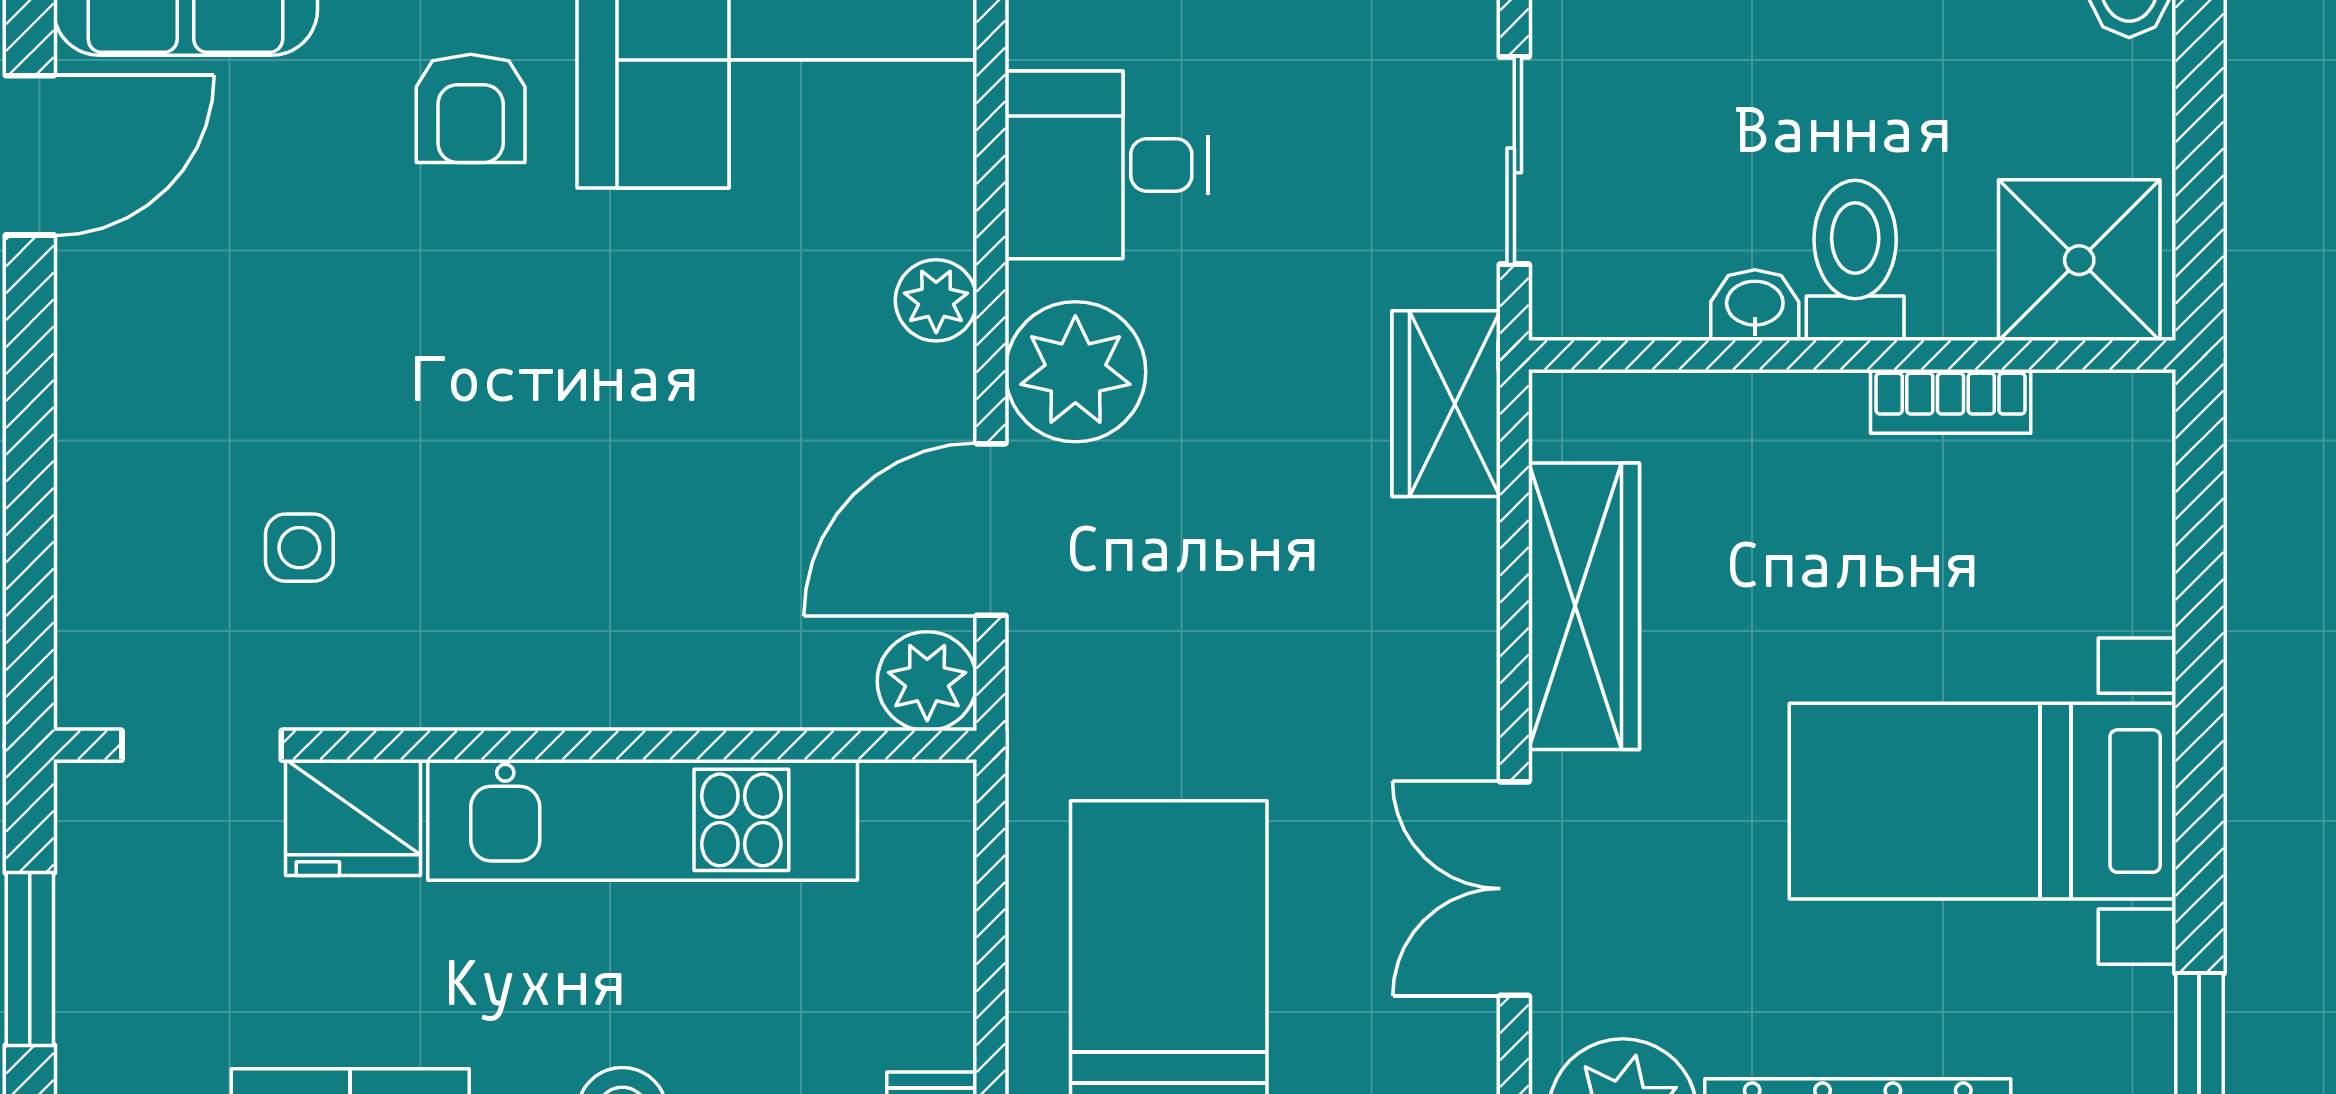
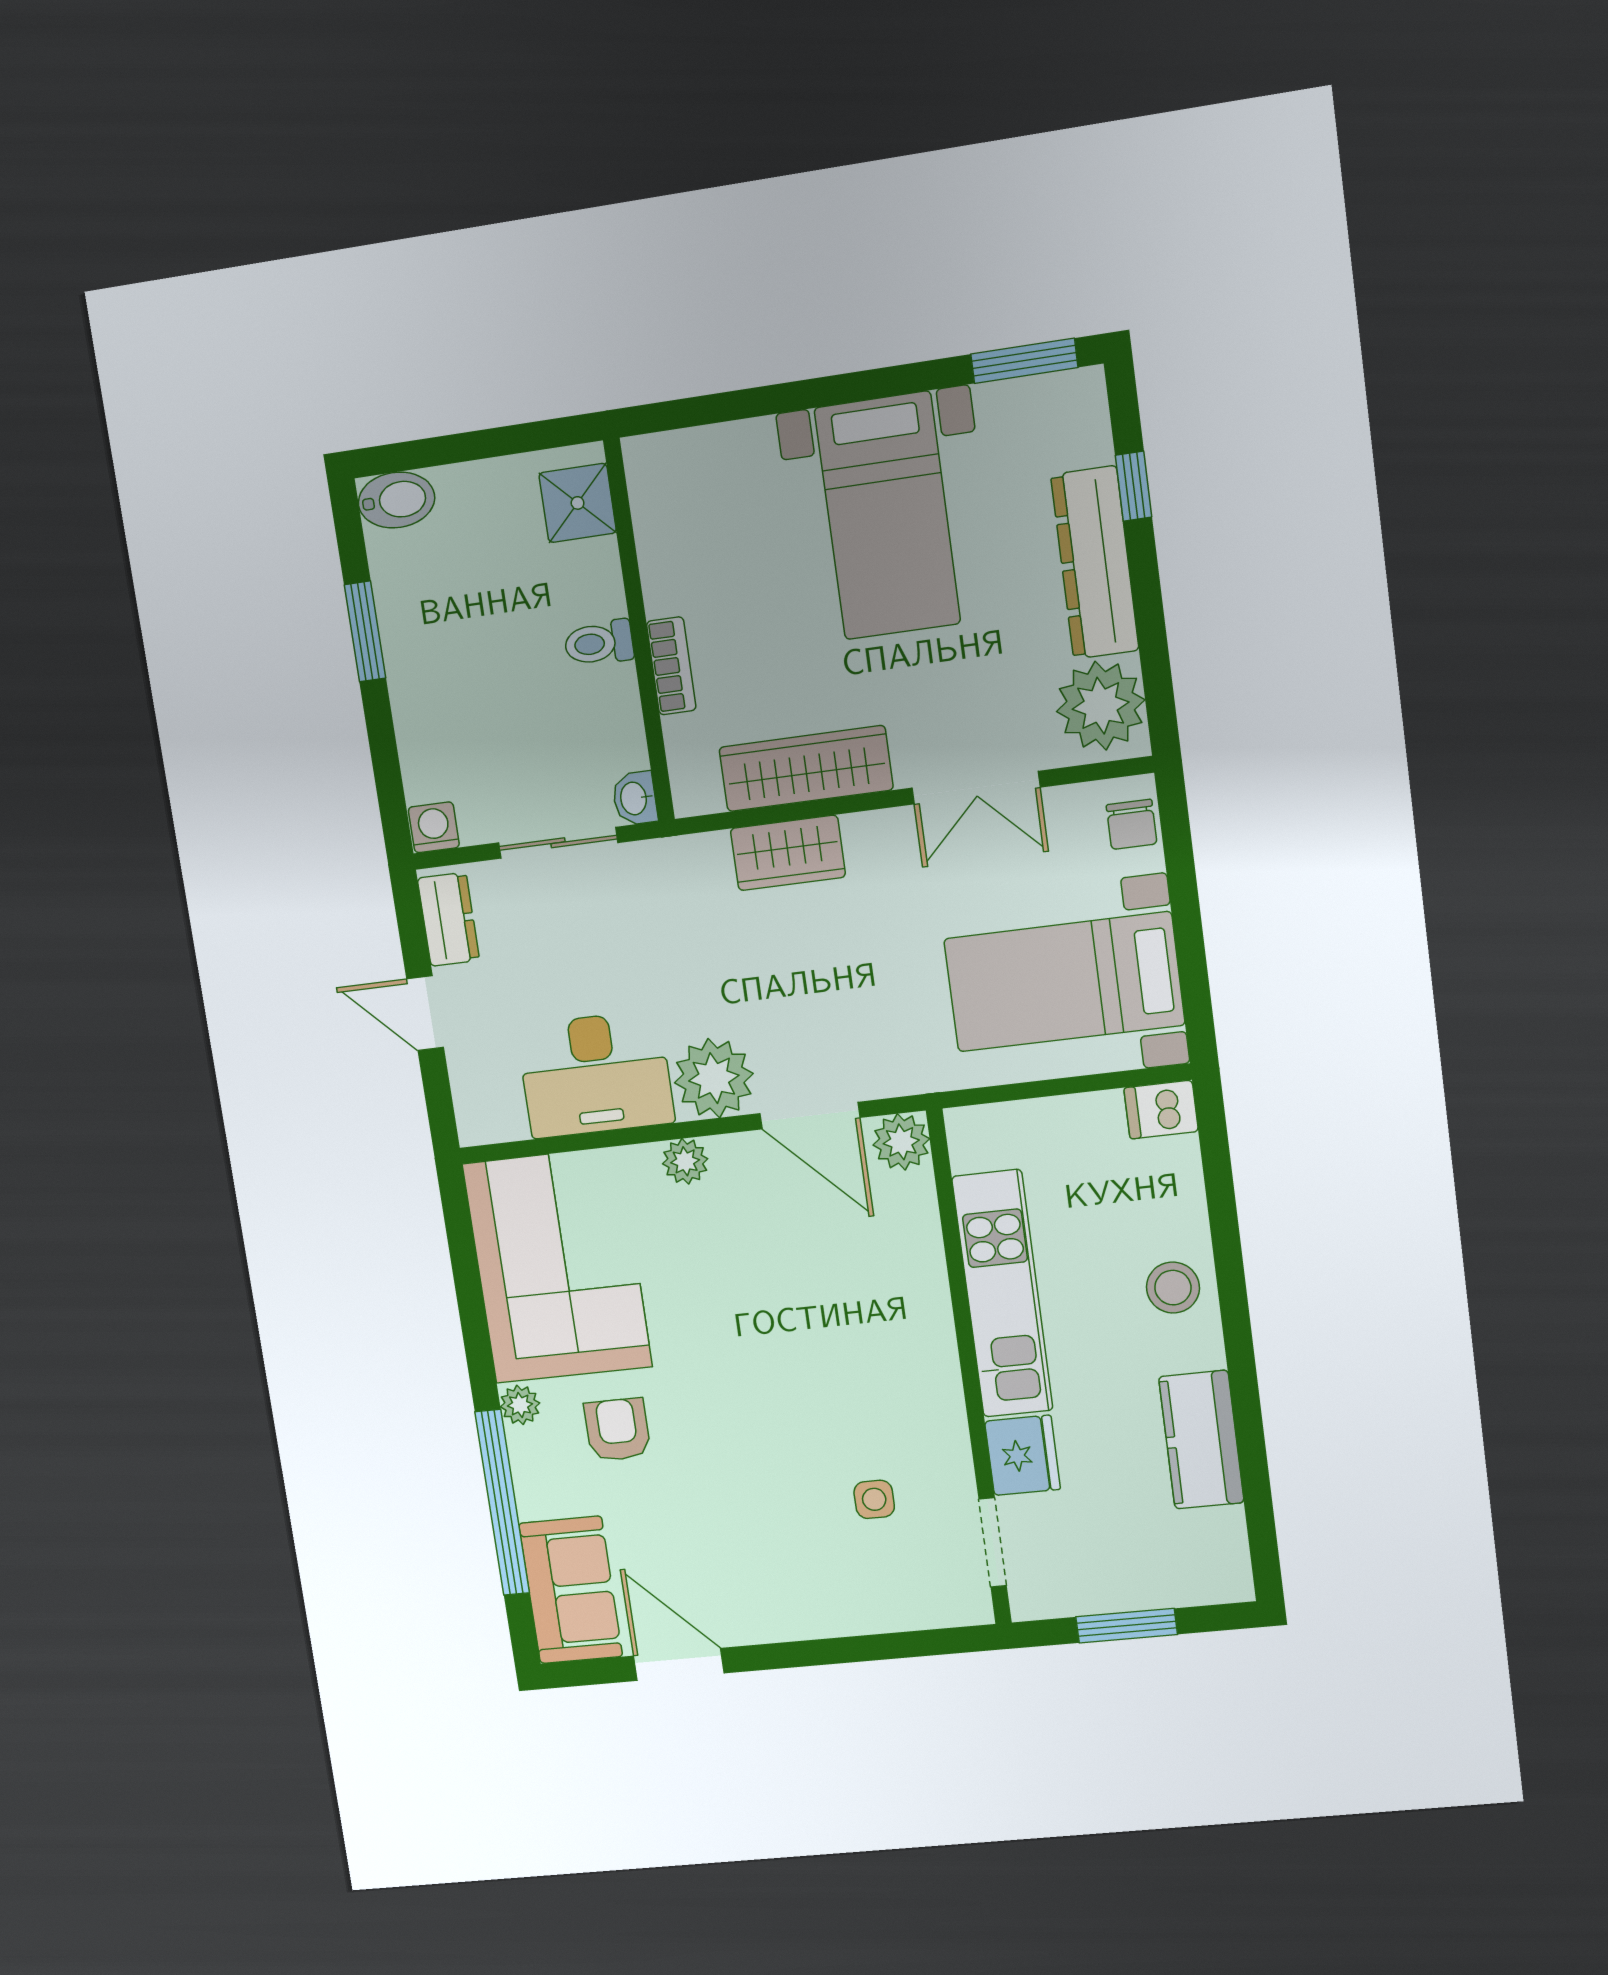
armchair: (471, 108) -> (617, 1430), turned -90
desk: (1107, 165) -> (595, 1074), width x1.37
toilet: (1855, 260) -> (599, 643), width x0.73, depth x0.72
shower: (2079, 260) -> (578, 503), width x0.73, depth x0.73
washbasin: (1755, 305) -> (635, 798), moved
bookcase: (1951, 401) -> (671, 666), moved
wardrobe: (1446, 404) -> (788, 853), moved

